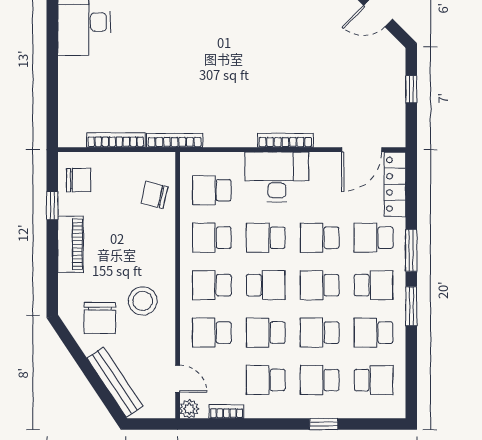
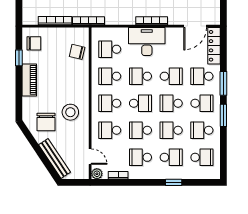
school desk: (320, 238) -> (171, 76), turned 180
school desk: (320, 380) -> (171, 157), turned 180

